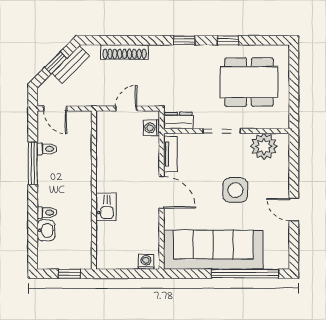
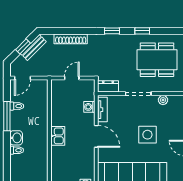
door: (55, 108) -> (23, 78), hinge flipped
washing machine: (152, 128) -> (89, 107), moved
plant: (264, 146) -> (163, 100), width x0.53, depth x0.53
kitchen sink: (106, 207) -> (58, 136), moved
washbasin: (46, 230) -> (16, 138), moved

